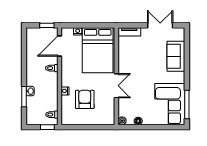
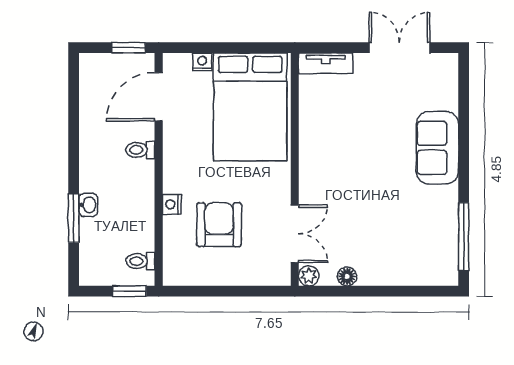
sofa: (176, 56) -> (437, 148), moved
double door: (116, 86) -> (295, 234), moved
corner sofa: (170, 104) -> (423, 236), removed

